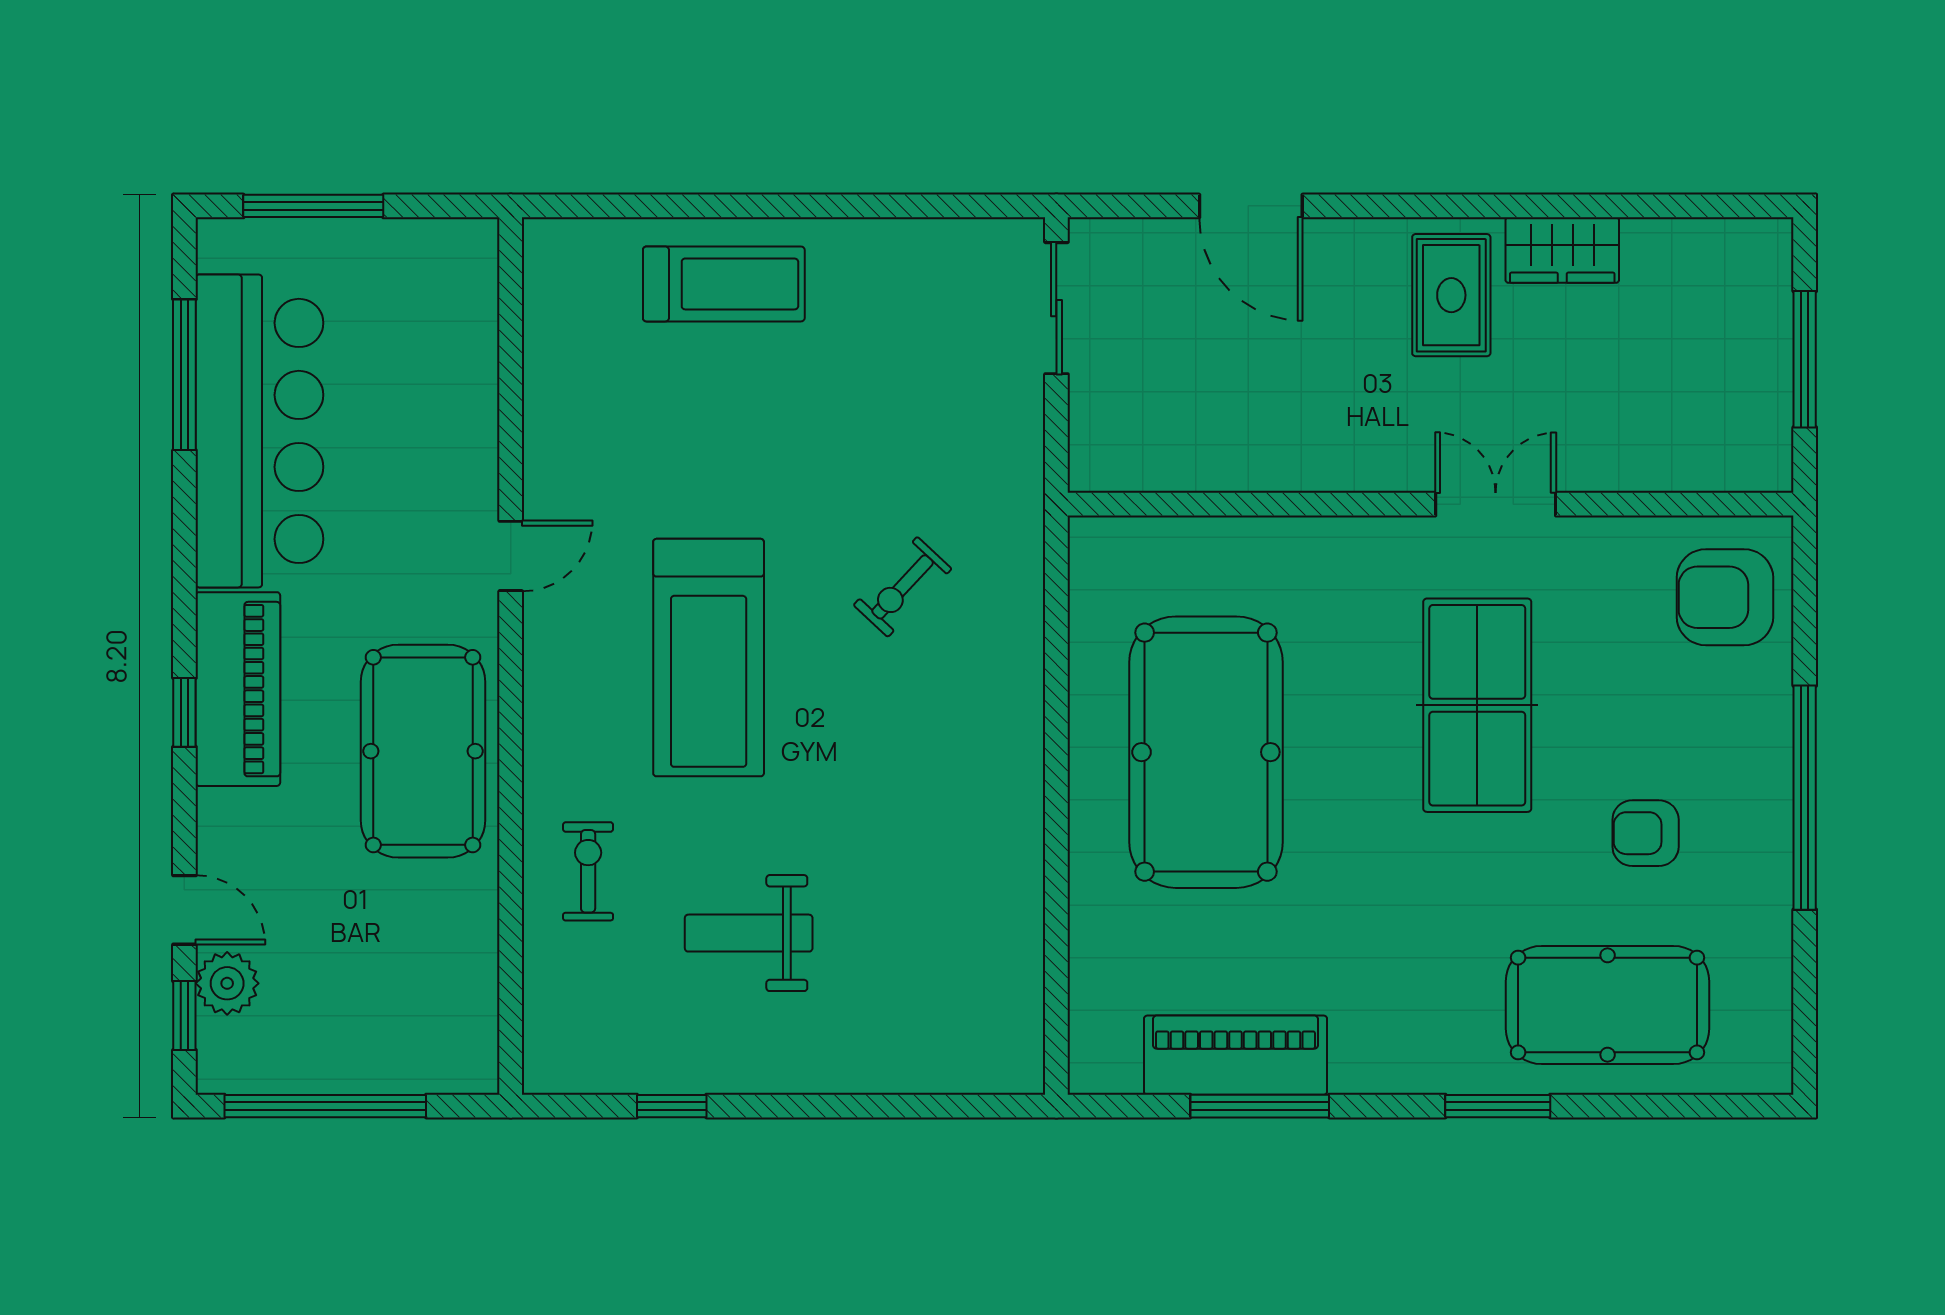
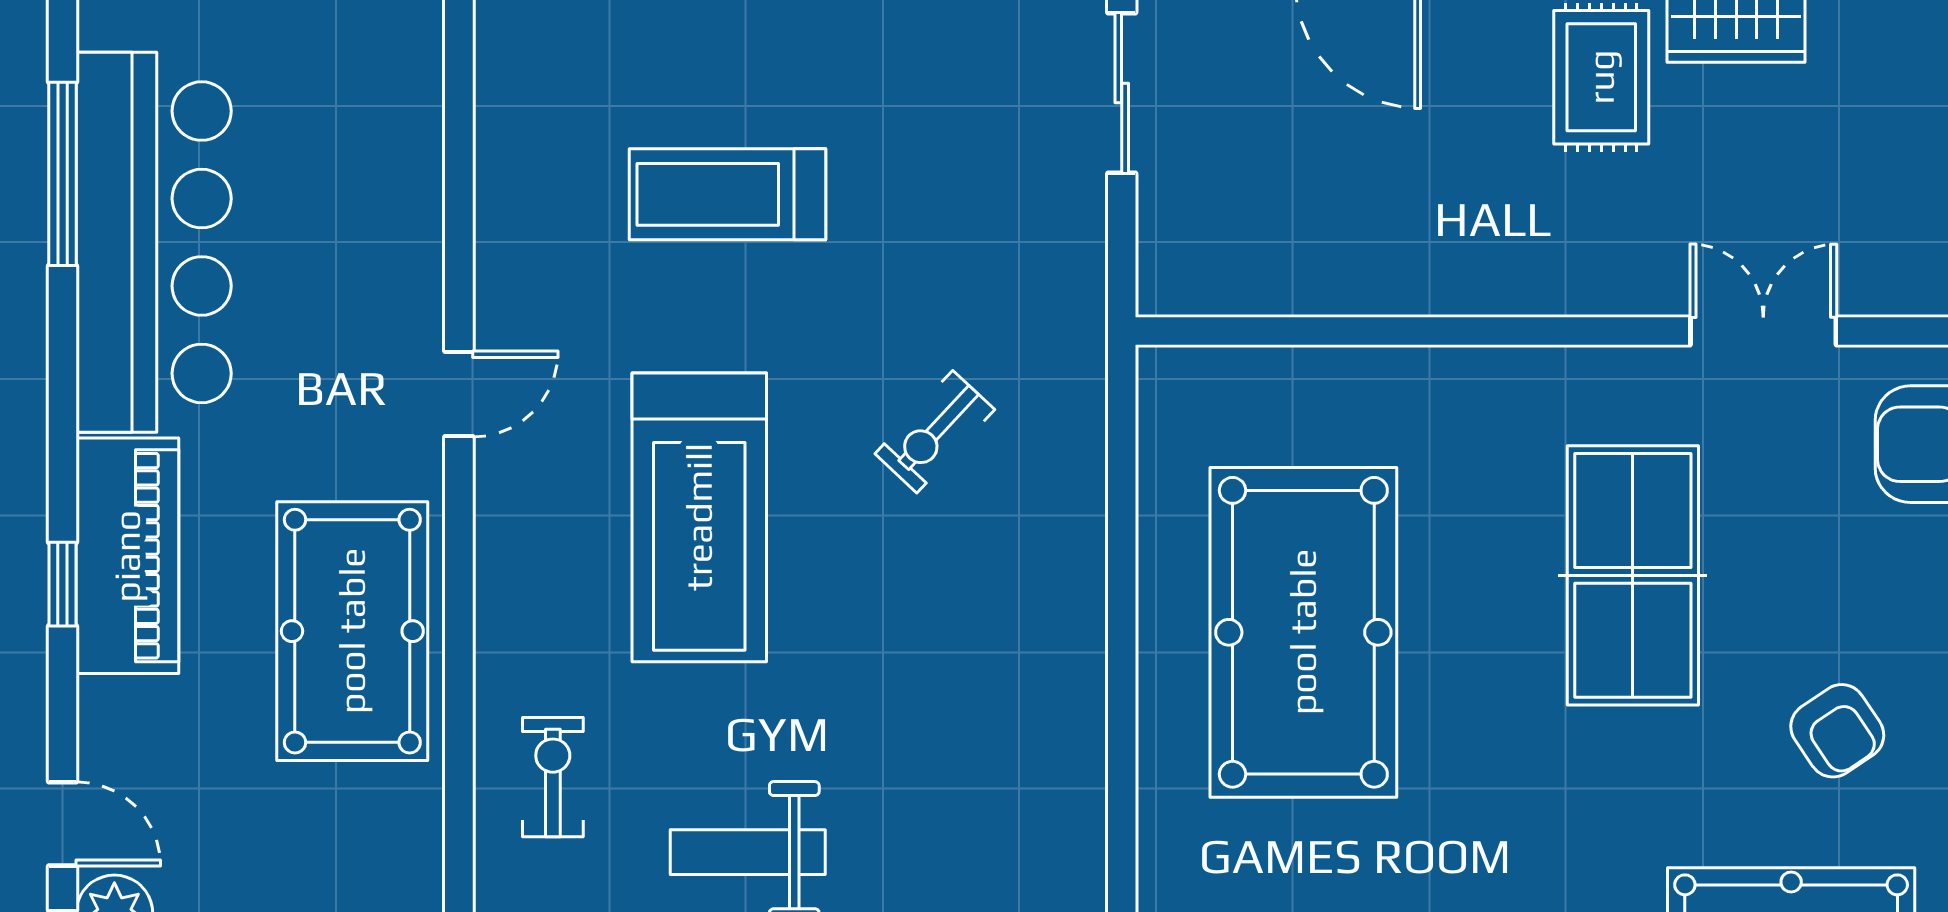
treadmill: (724, 284) -> (727, 194), moved, turned 180
double door: (1496, 504) -> (1763, 331), moved
armchair: (1646, 833) -> (1837, 731), turned -124

